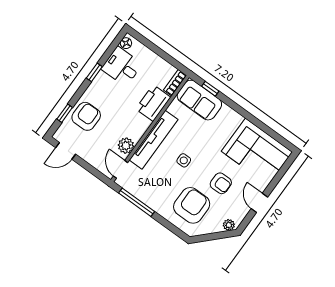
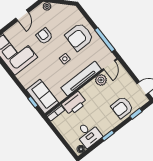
armchair: (192, 205) -> (79, 37), moved

